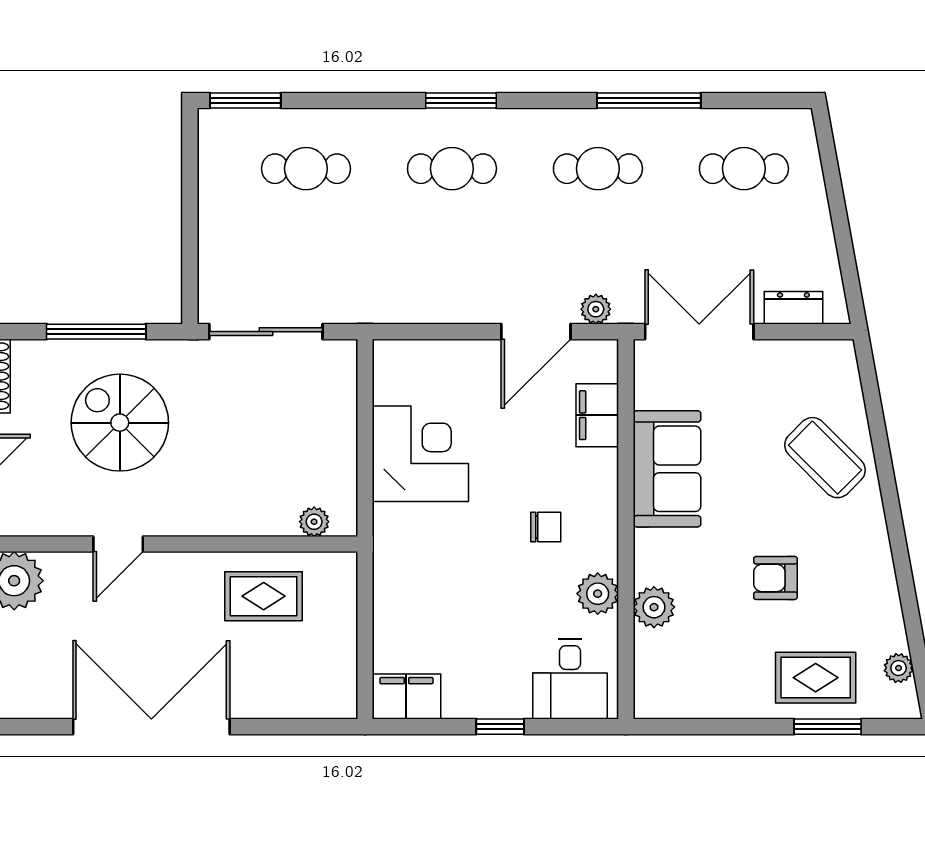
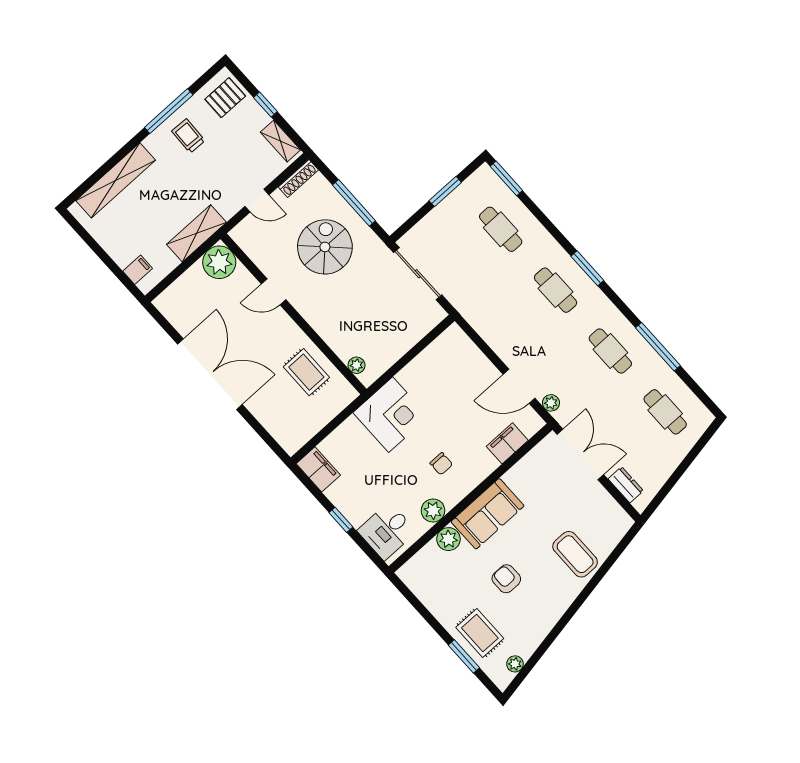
window: (190, 197) -> (445, 191), added
corner desk: (420, 454) -> (391, 415), moved
coffee table: (825, 458) -> (575, 554), turned -45
sofa: (667, 469) -> (488, 514), moved

